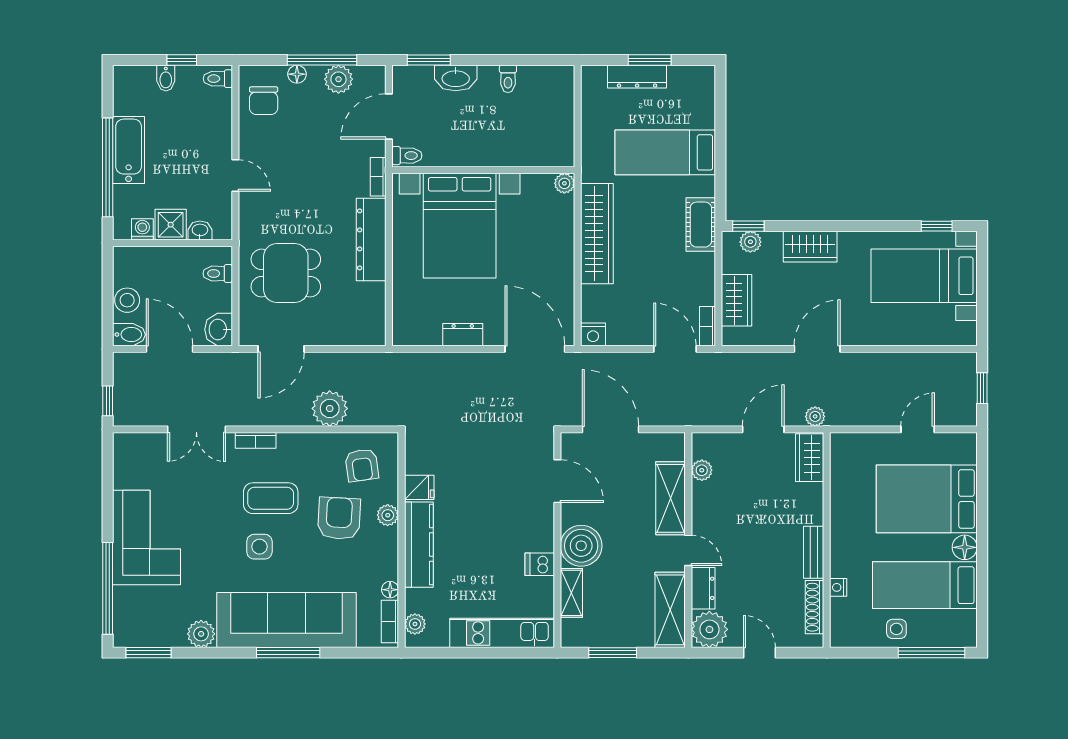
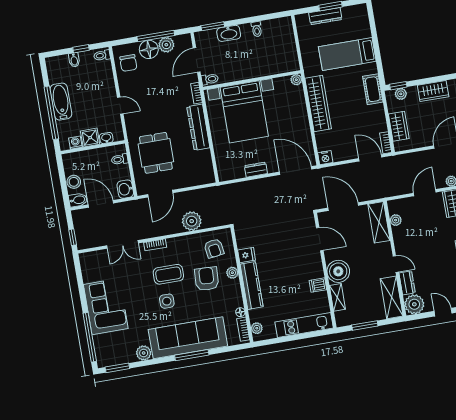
floor lamp: (297, 74) -> (149, 49), width x1.89, depth x1.89
dining table: (286, 273) -> (156, 153), turned 90
shelving: (671, 498) -> (379, 222), moved

